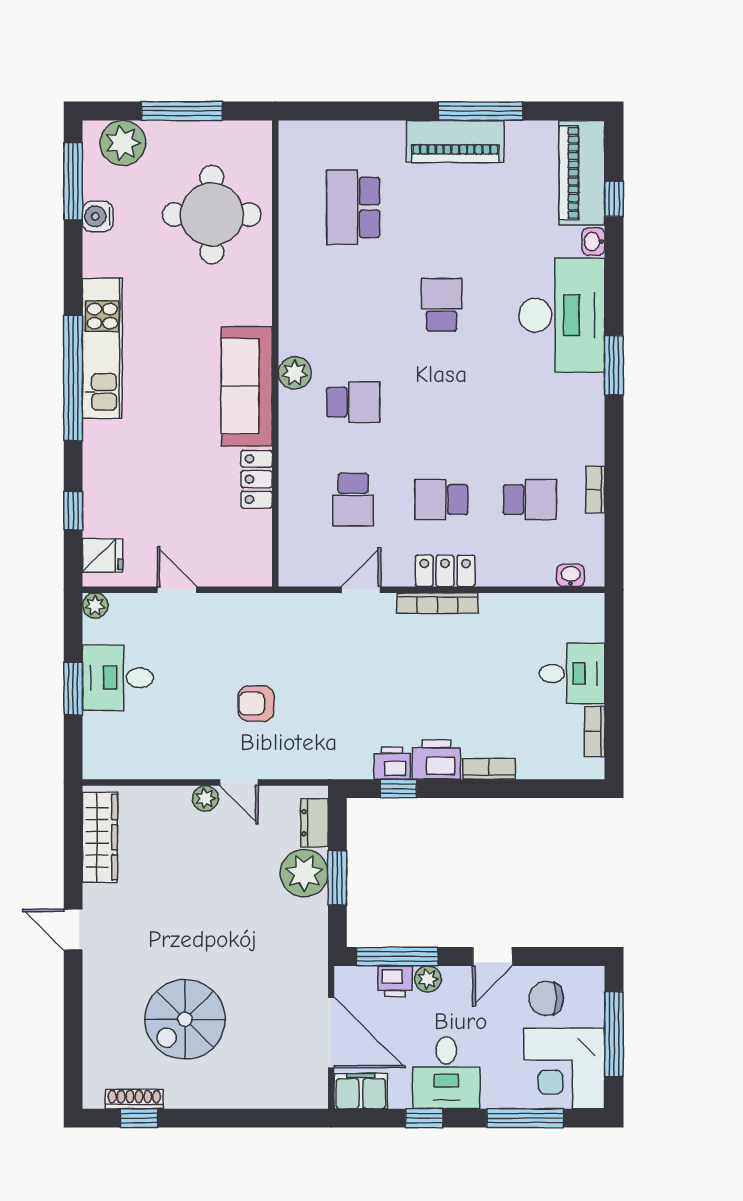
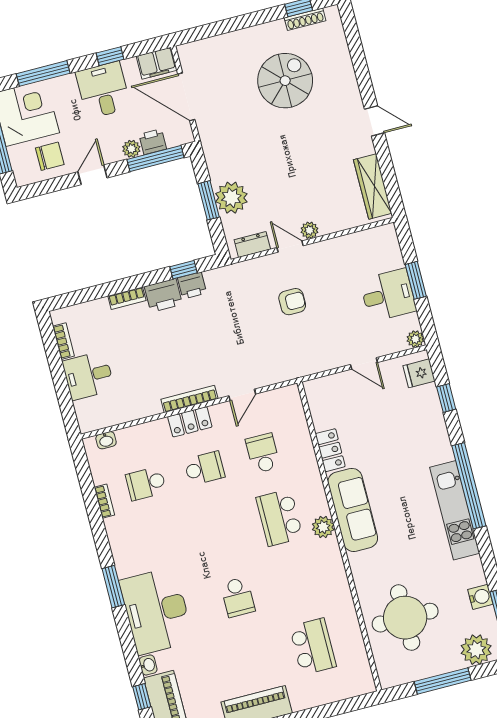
school desk: (353, 402) -> (279, 518), width x1.85
dresser: (314, 823) -> (252, 245), moved, turned -90

